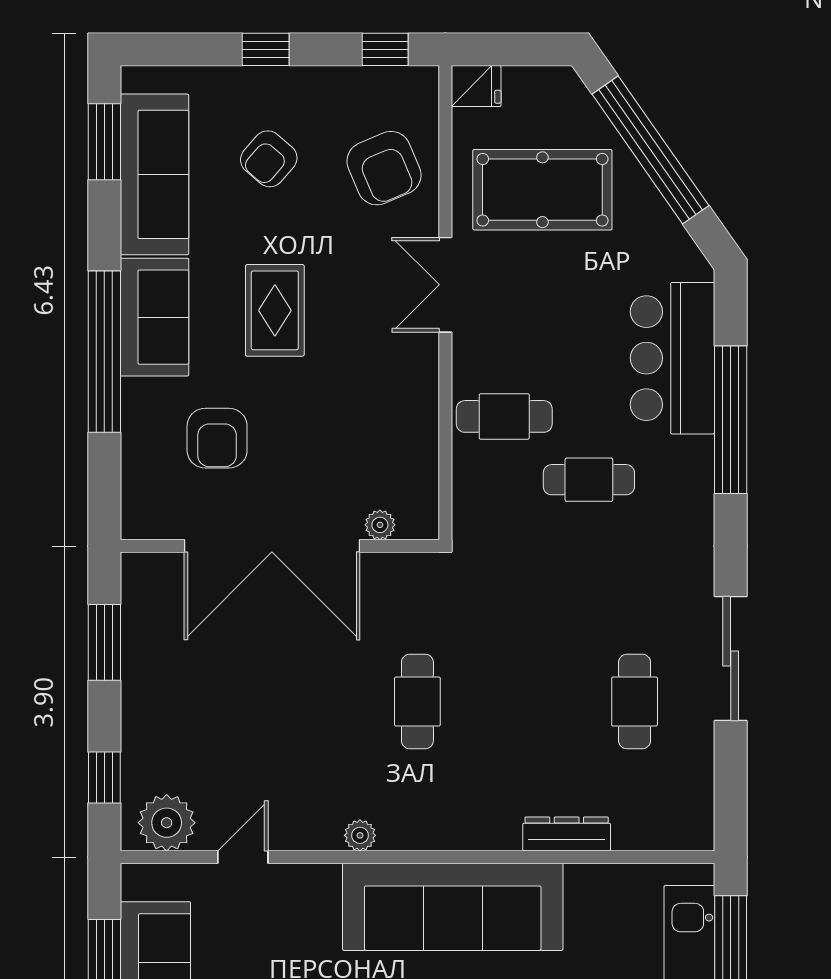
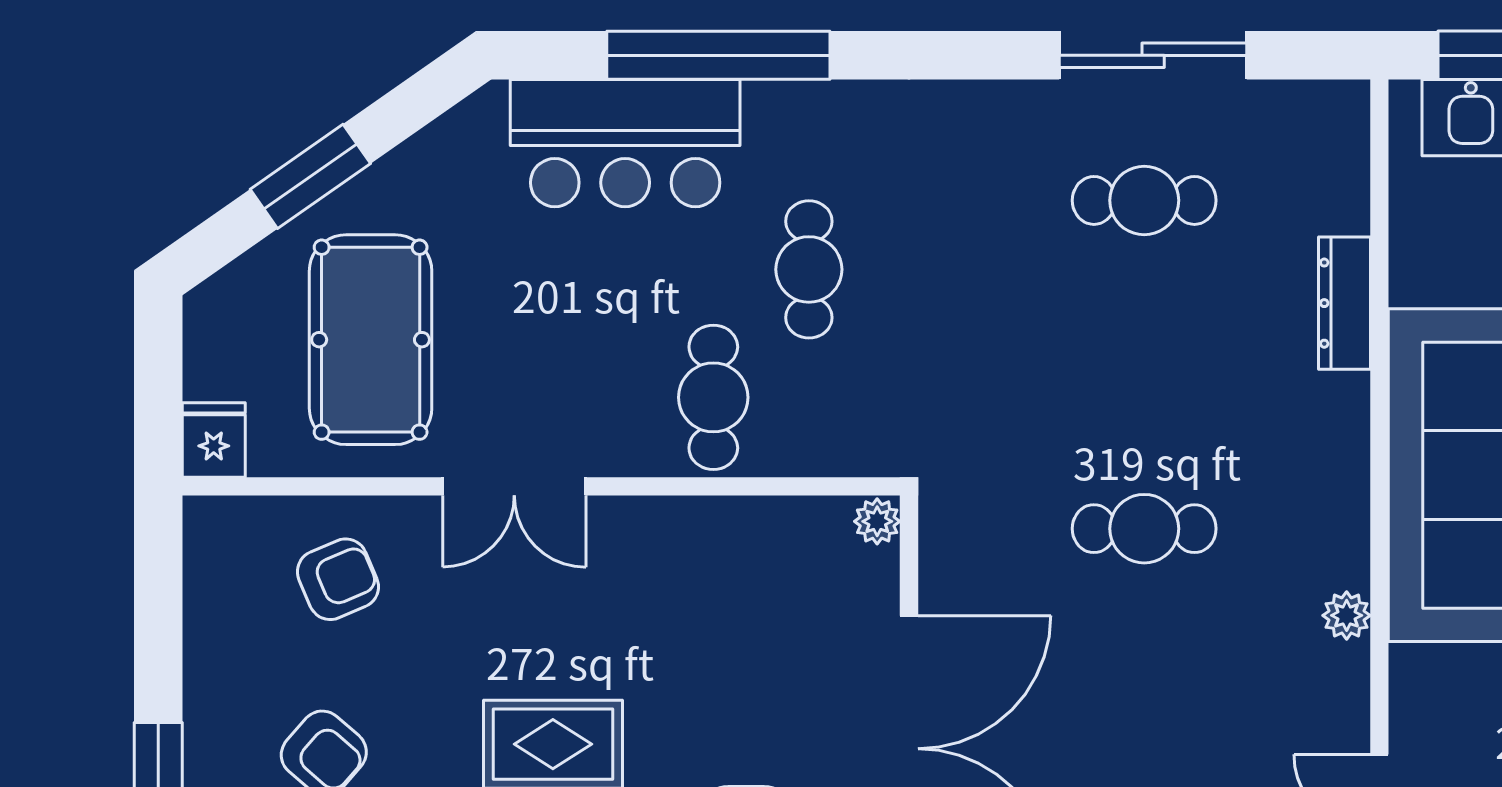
window: (385, 49) -> (158, 577), removed
window: (650, 150) -> (310, 176), width x0.47
armchair: (384, 168) -> (338, 579), width x0.72, depth x0.72
plant: (380, 525) -> (877, 521), moved
sliding door: (731, 658) -> (1153, 55), moved

